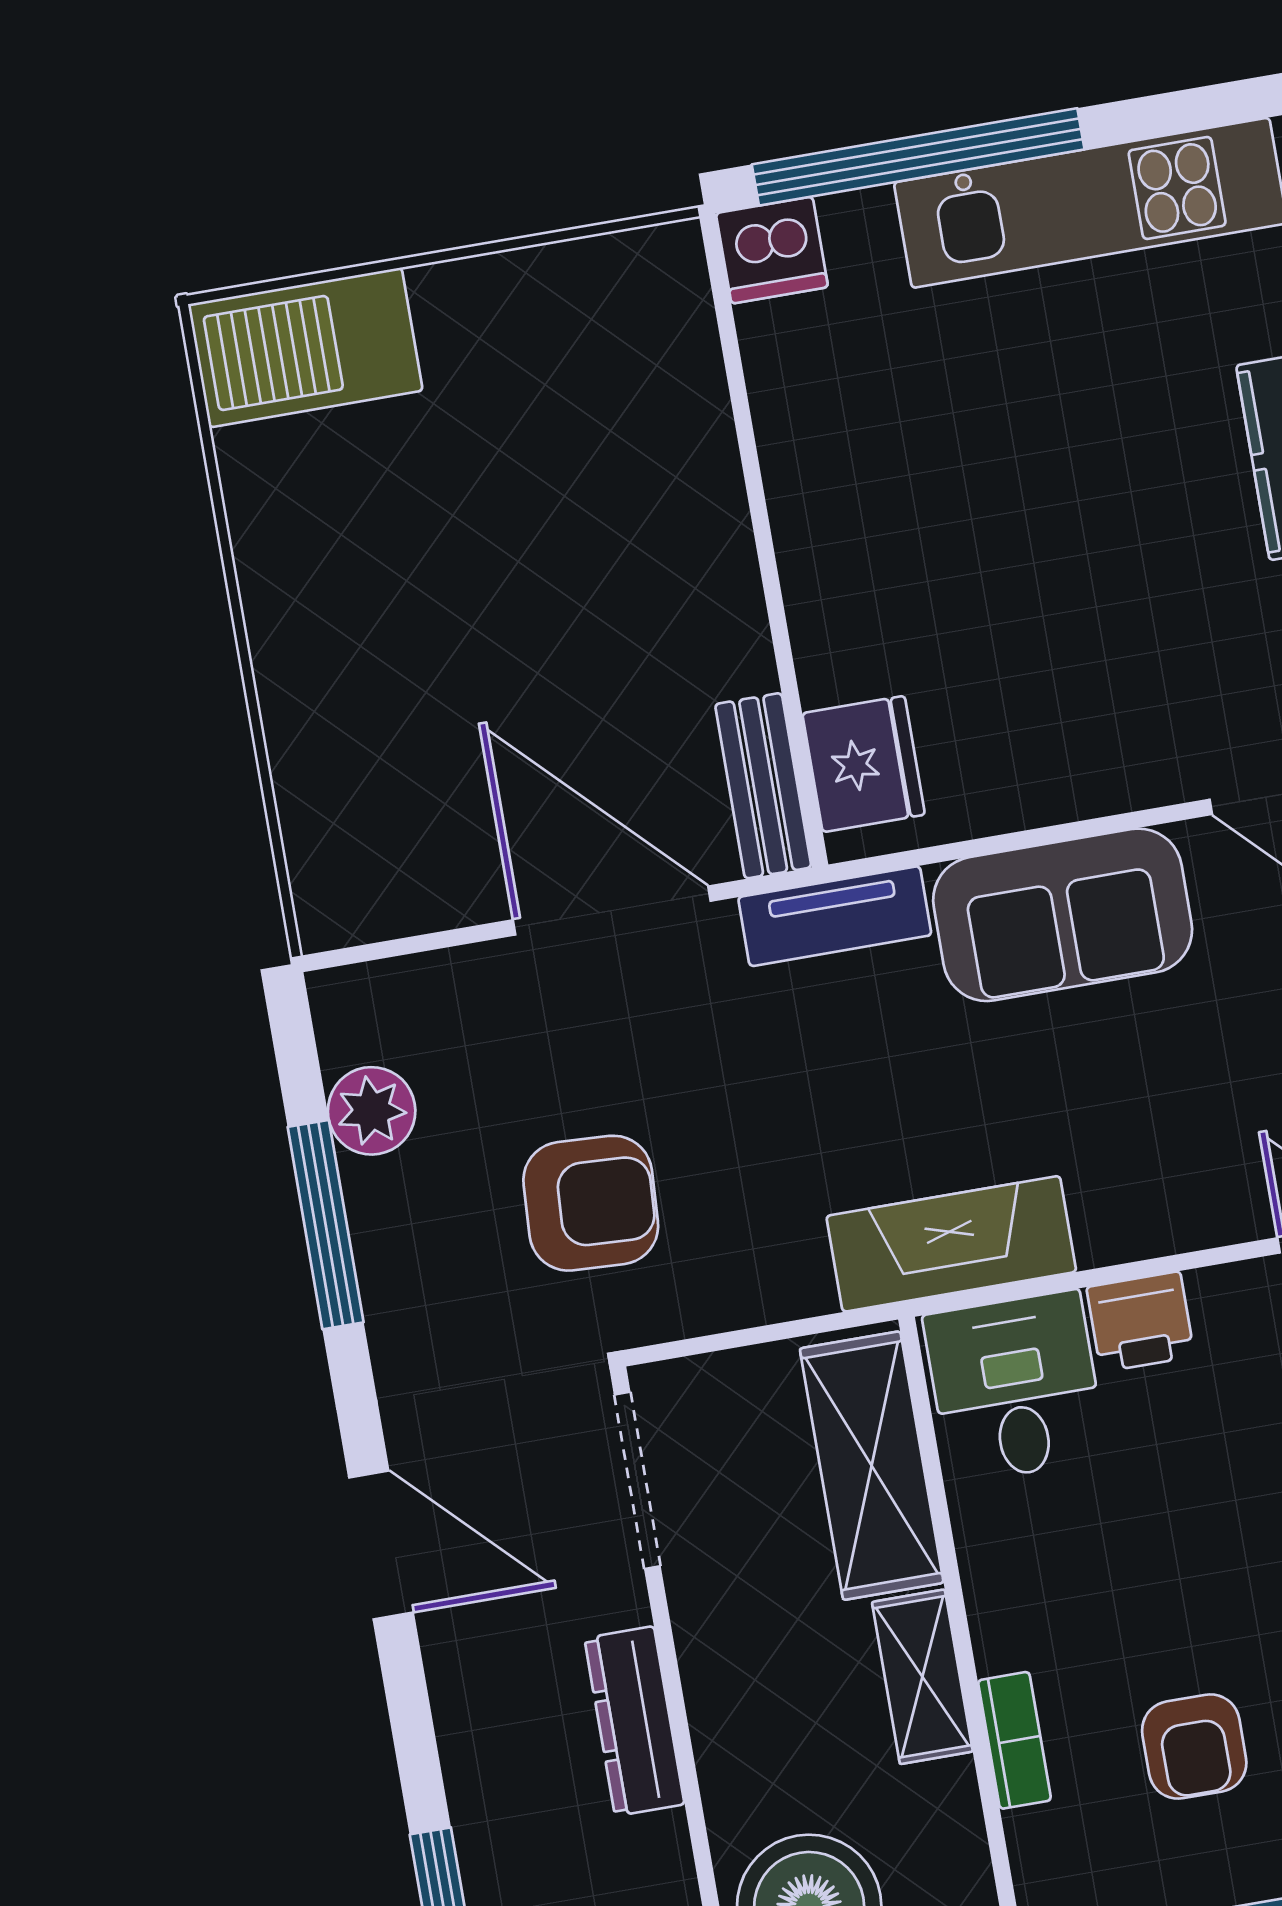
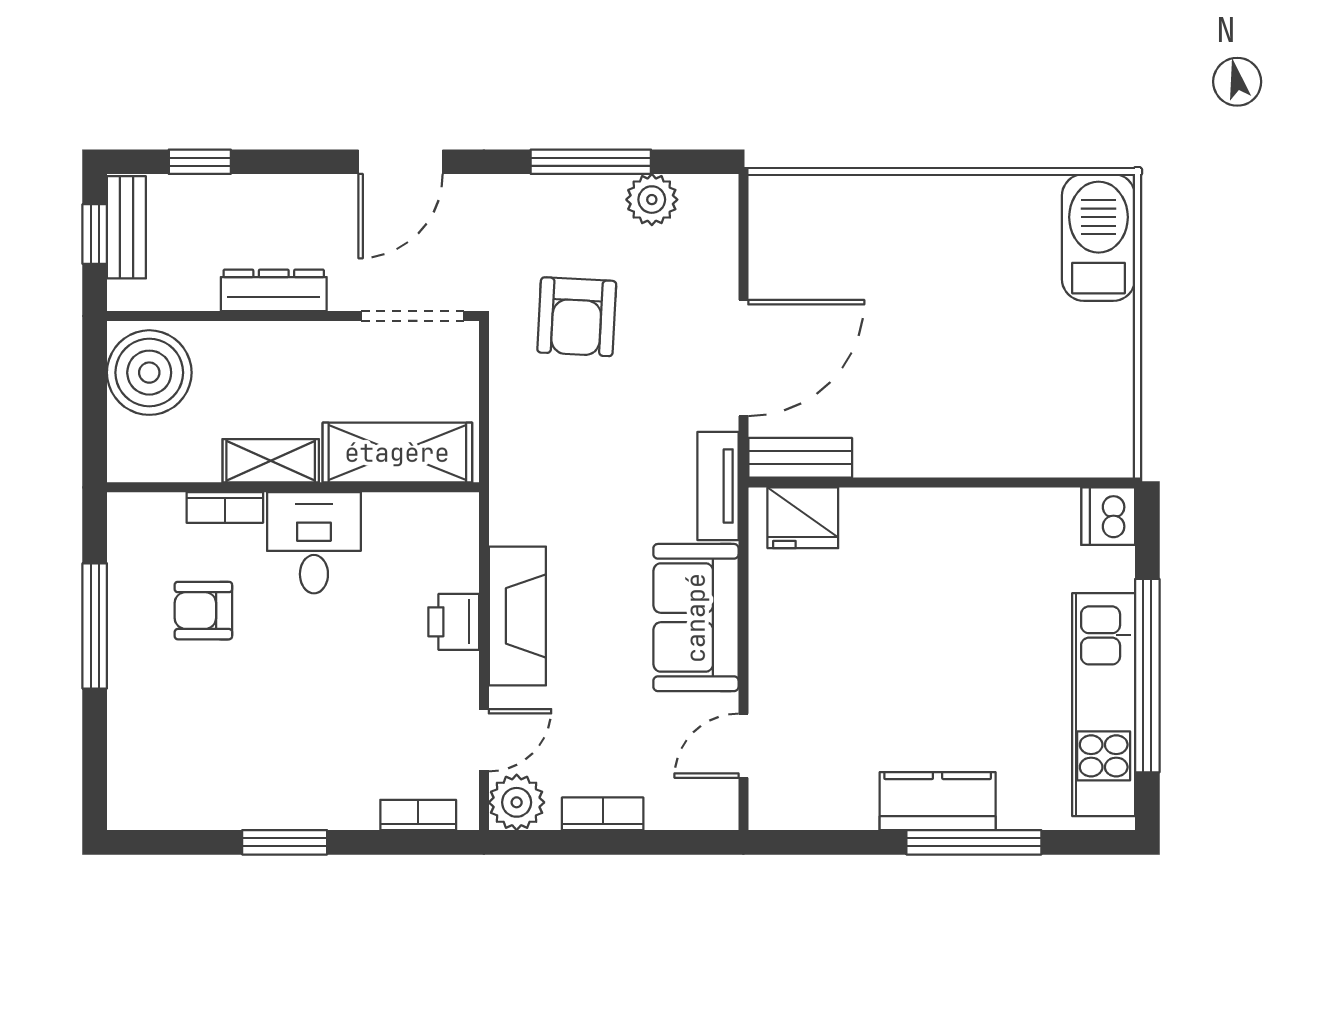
window: (918, 157) -> (1147, 676), moved
fireplace: (951, 1244) -> (517, 616), moved
desk: (1015, 1387) -> (314, 543), moved, turned -90

